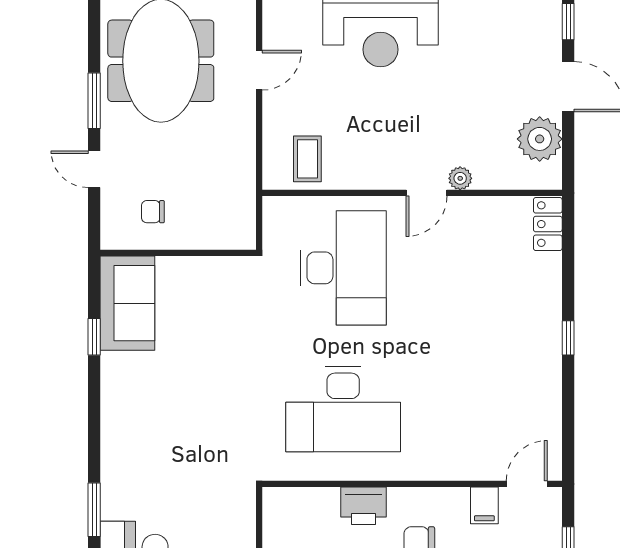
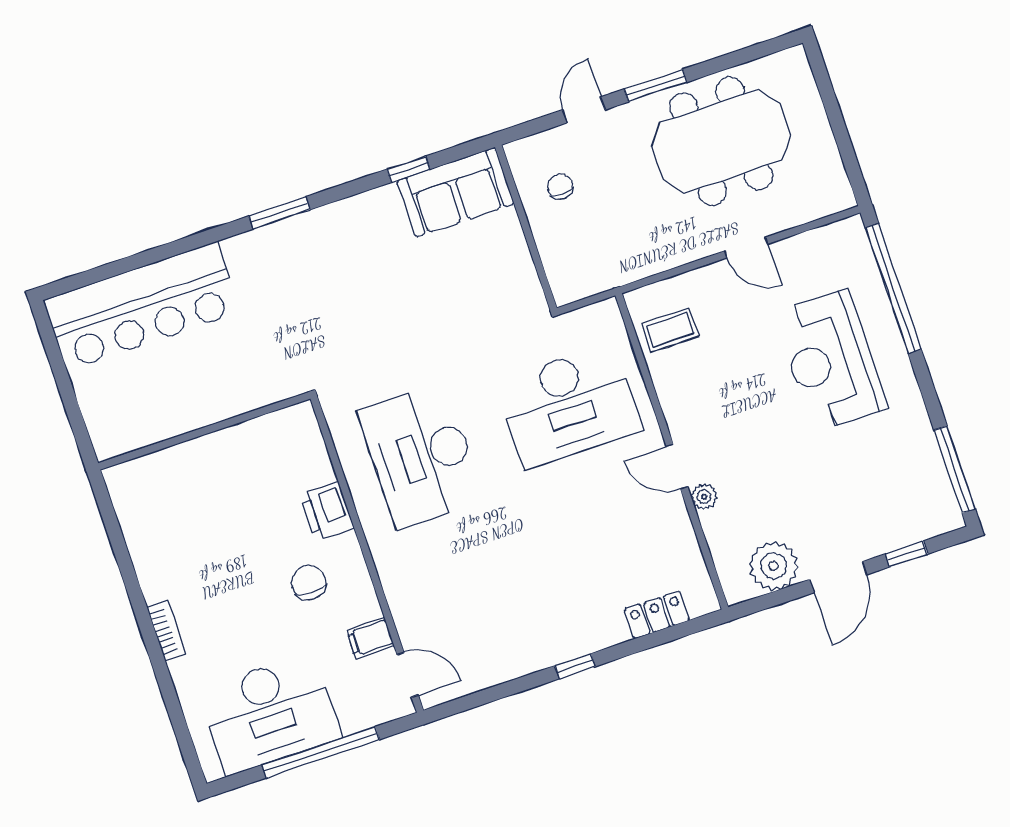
locker: (548, 224) -> (657, 615), moved
window: (94, 510) -> (279, 213), moved

